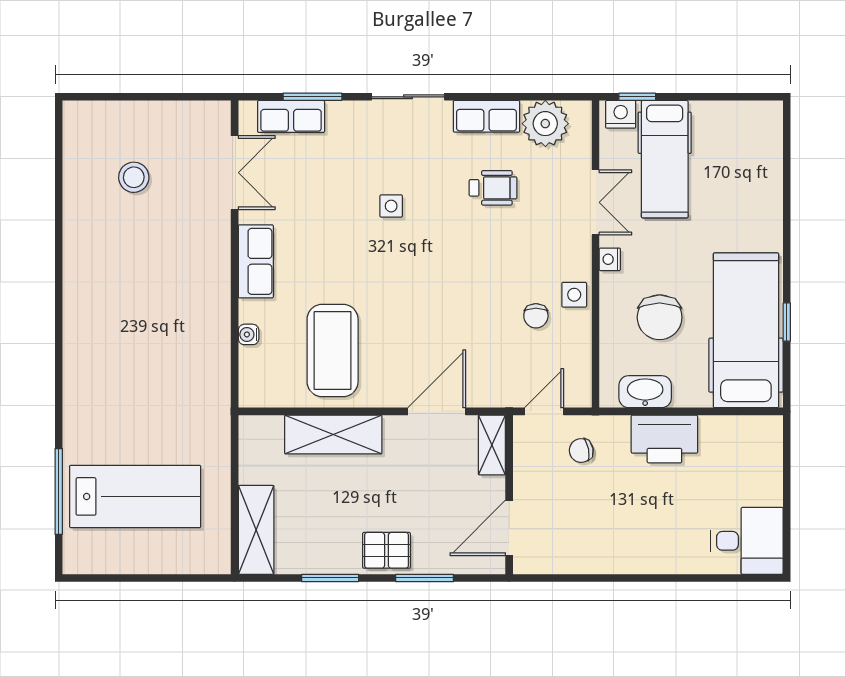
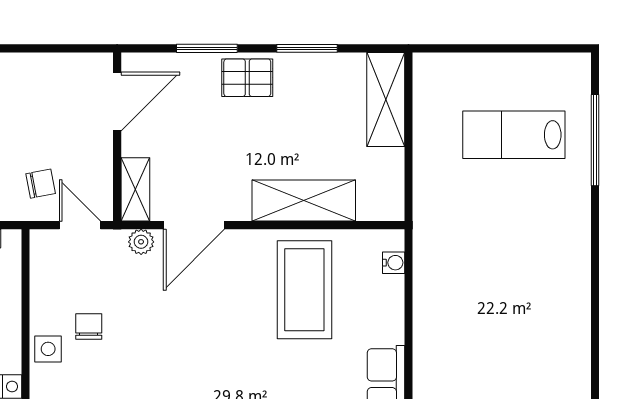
water cooler: (249, 334) -> (394, 263), moved
plant: (487, 396) -> (141, 242), added
door: (544, 411) -> (80, 225), swing flipped
lab bench: (135, 496) -> (514, 135), width x0.73, depth x0.72

